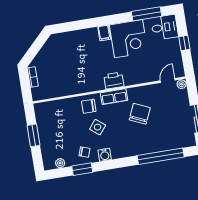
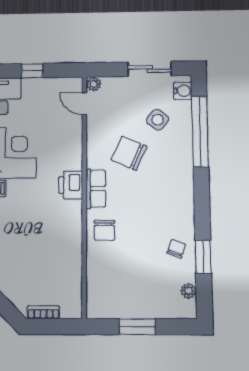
side table: (98, 127) -> (158, 120), moved
water cooler: (105, 155) -> (183, 91), moved

